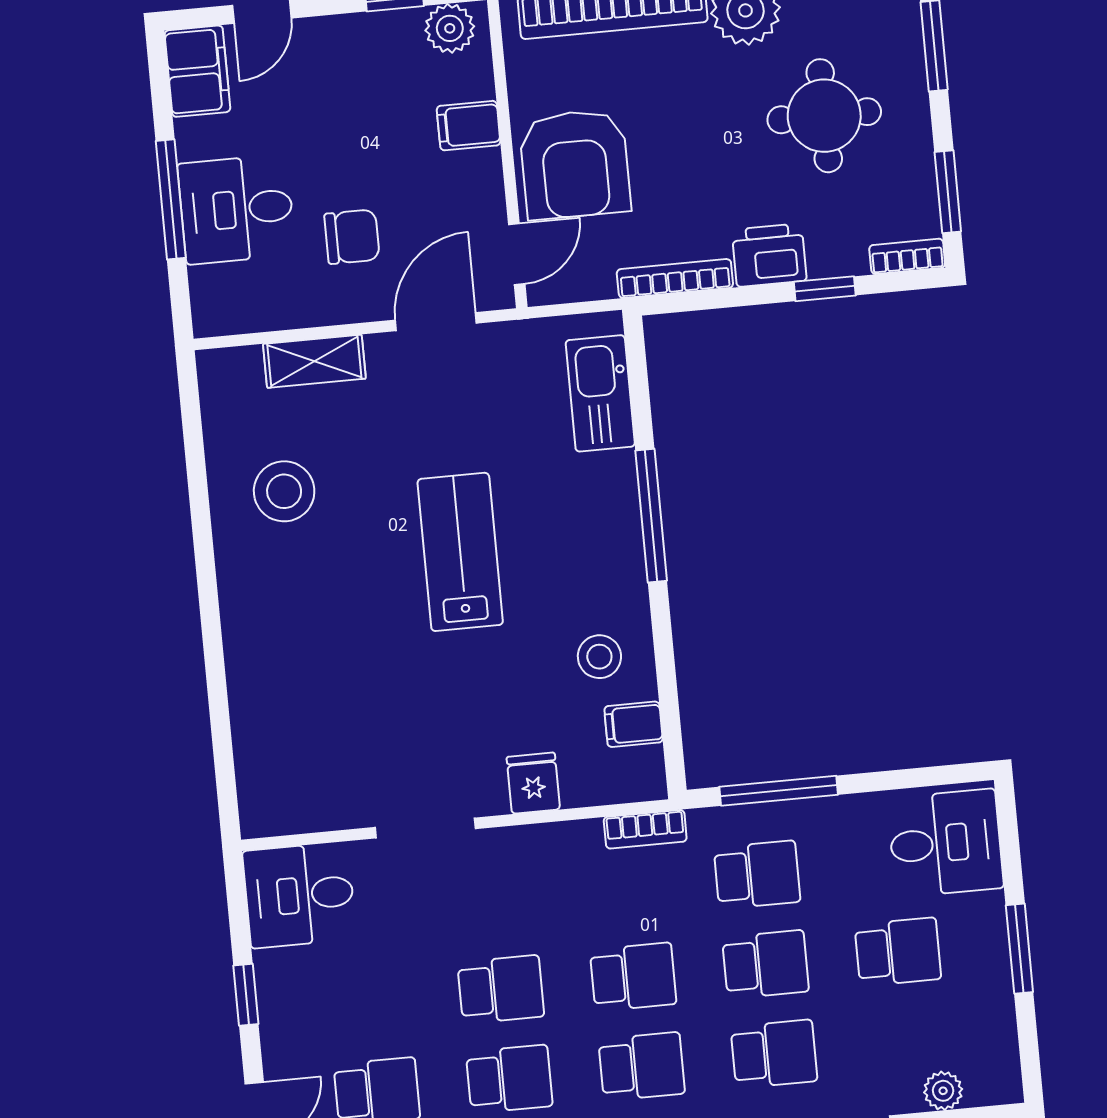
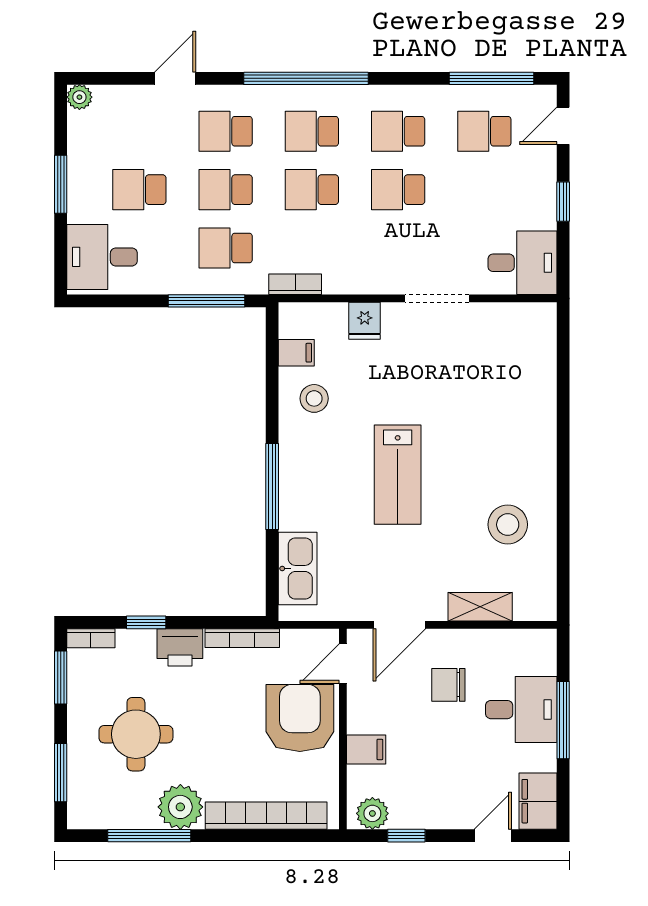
plant: (943, 1091) -> (79, 97), moved

